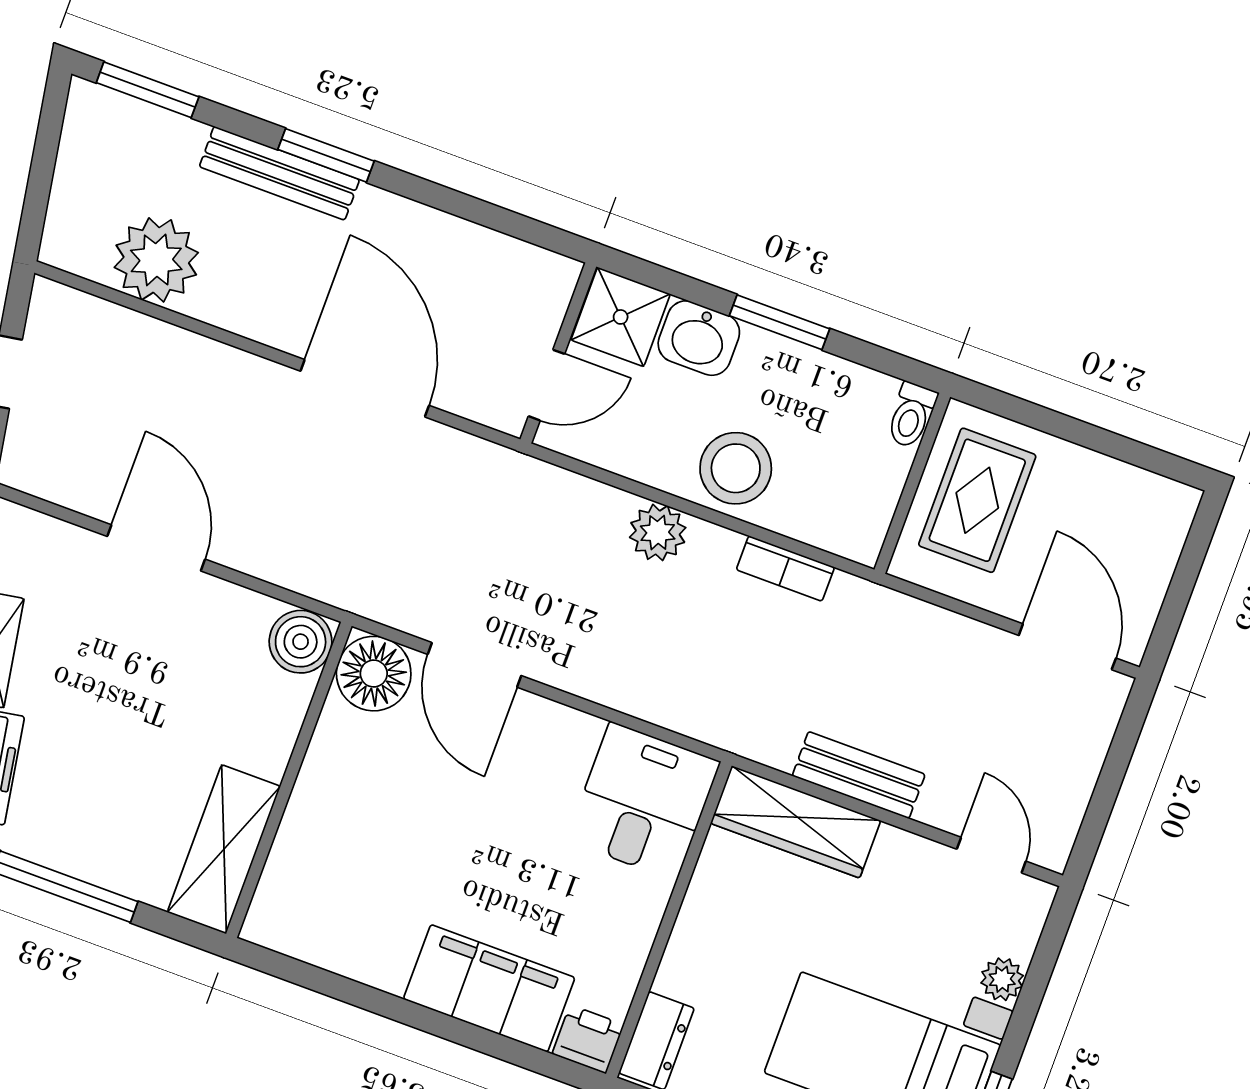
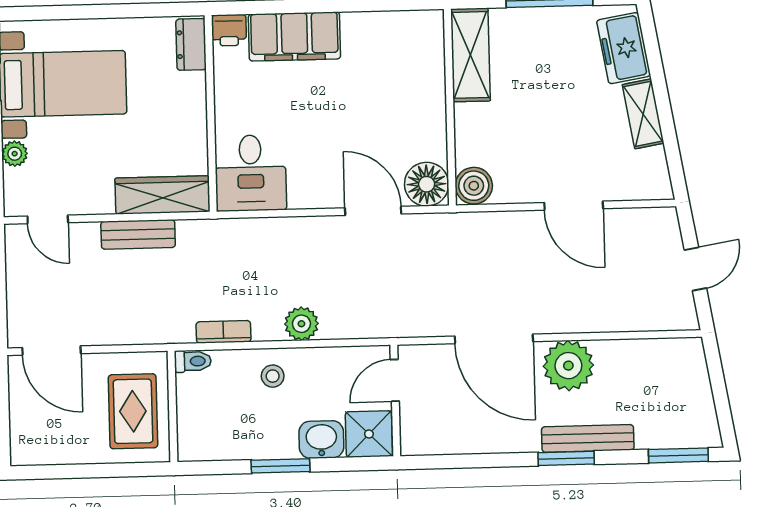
plant: (156, 260) -> (568, 366), moved
toilet: (911, 415) -> (193, 361), moved, turned 90
stool: (736, 468) -> (273, 376), width x0.53, depth x0.53

